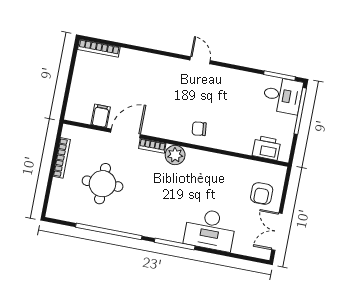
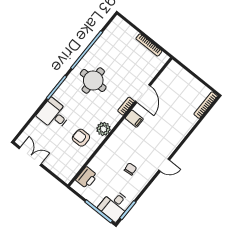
filing cabinet: (101, 116) -> (134, 119), moved
chair: (199, 129) -> (130, 169), moved
plant: (175, 155) -> (103, 129), moved
round table: (103, 184) -> (93, 80), moved
armchair: (262, 194) -> (81, 138), moved
desk: (210, 230) -> (54, 115), width x0.73

